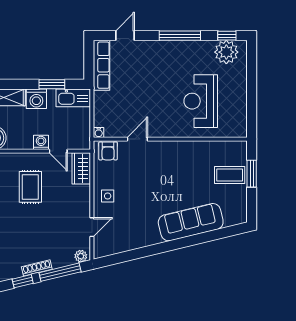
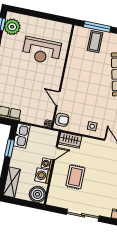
washing machine: (36, 99) -> (43, 176), moved, turned 180
window: (252, 174) -> (97, 27), width x1.44
rug: (30, 187) -> (75, 177), turned 90

